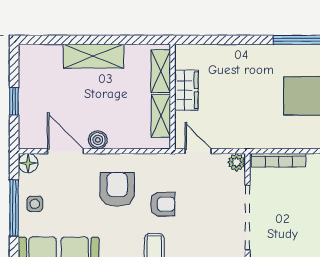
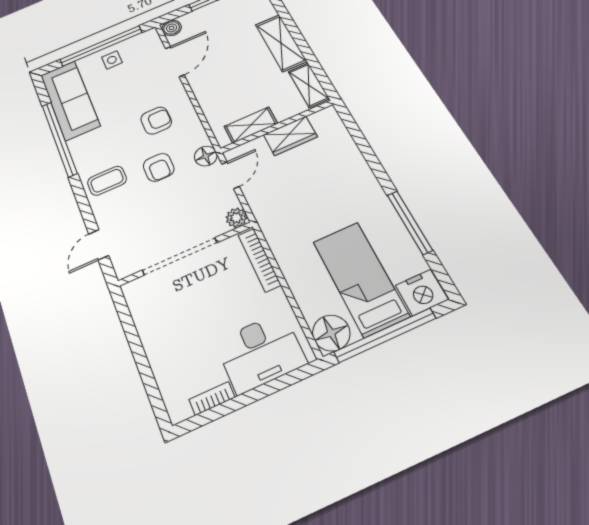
shelving: (161, 71) -> (309, 85), moved, turned 90
boiler: (98, 140) -> (172, 28), moved
floor lamp: (28, 163) -> (206, 156), moved
armchair: (117, 189) -> (156, 121), width x0.72, depth x0.72
window: (14, 208) -> (101, 46), width x1.46

